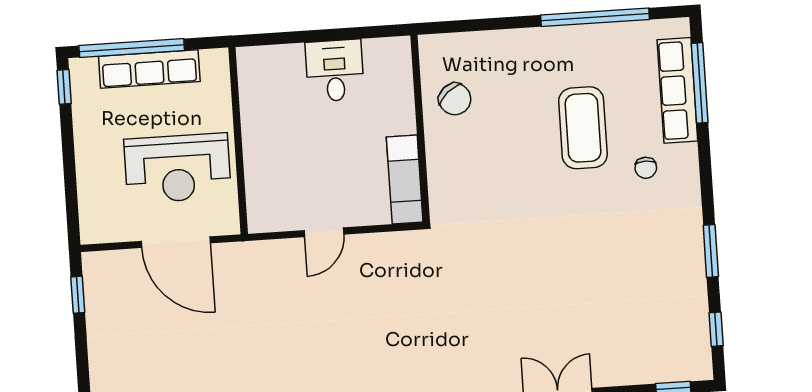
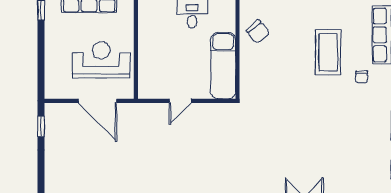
reception desk: (178, 168) -> (101, 60), turned 180
exam couch: (405, 180) -> (223, 66), width x1.36, depth x1.45

